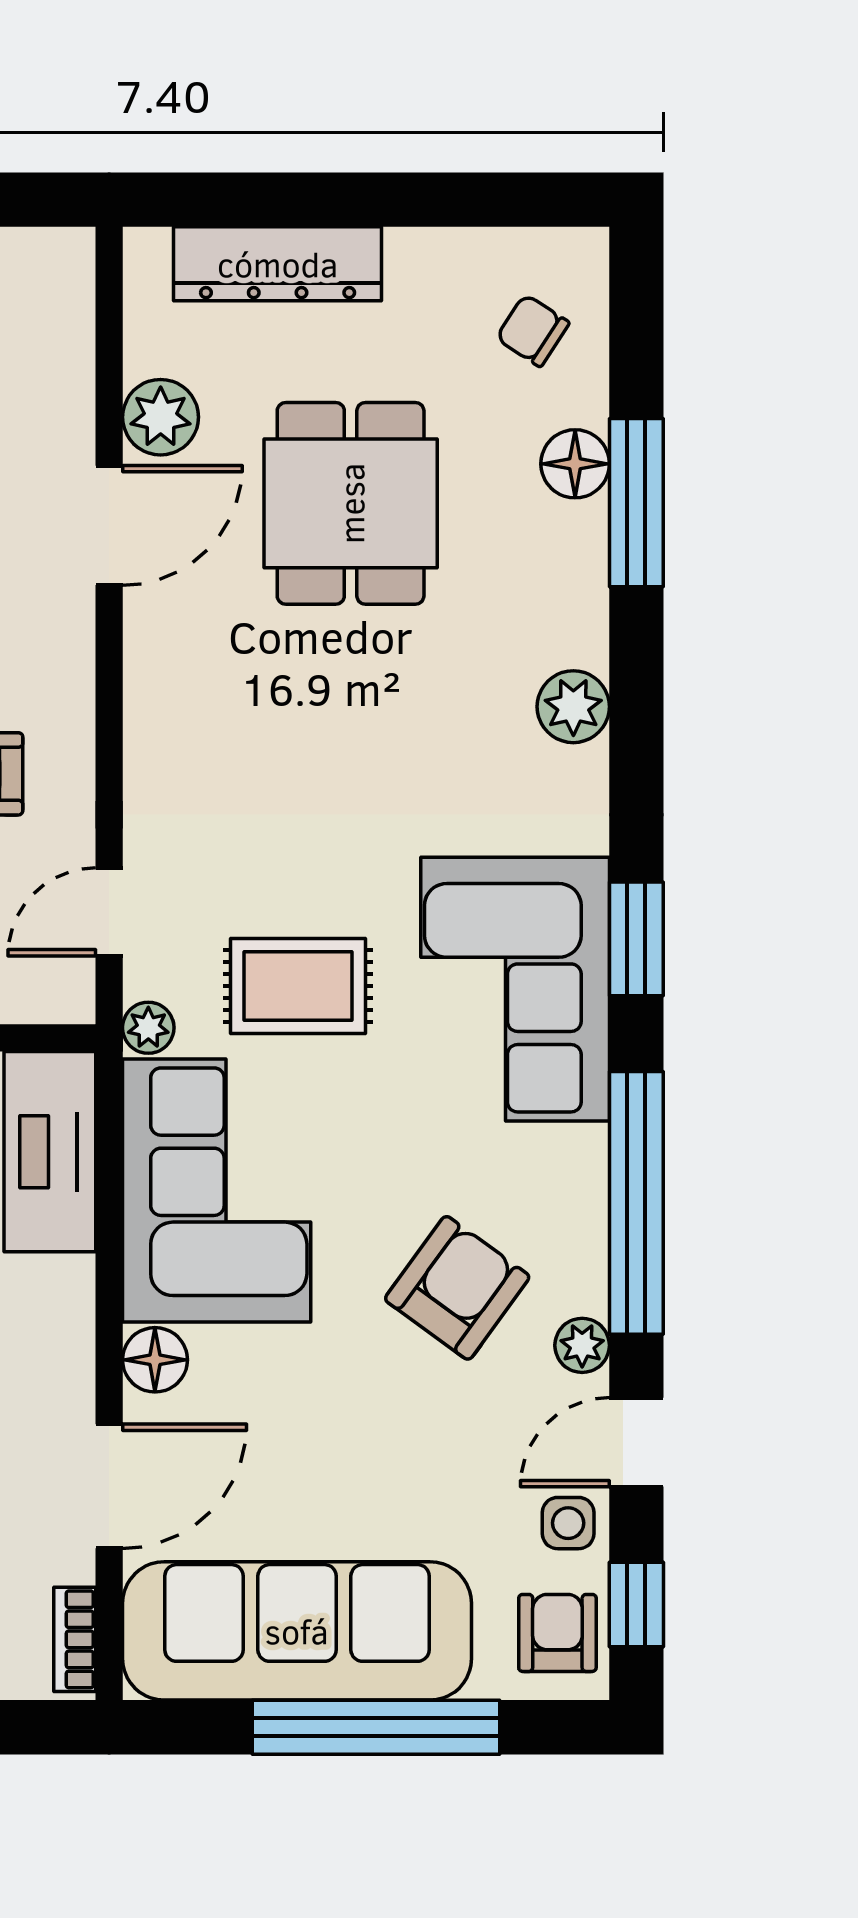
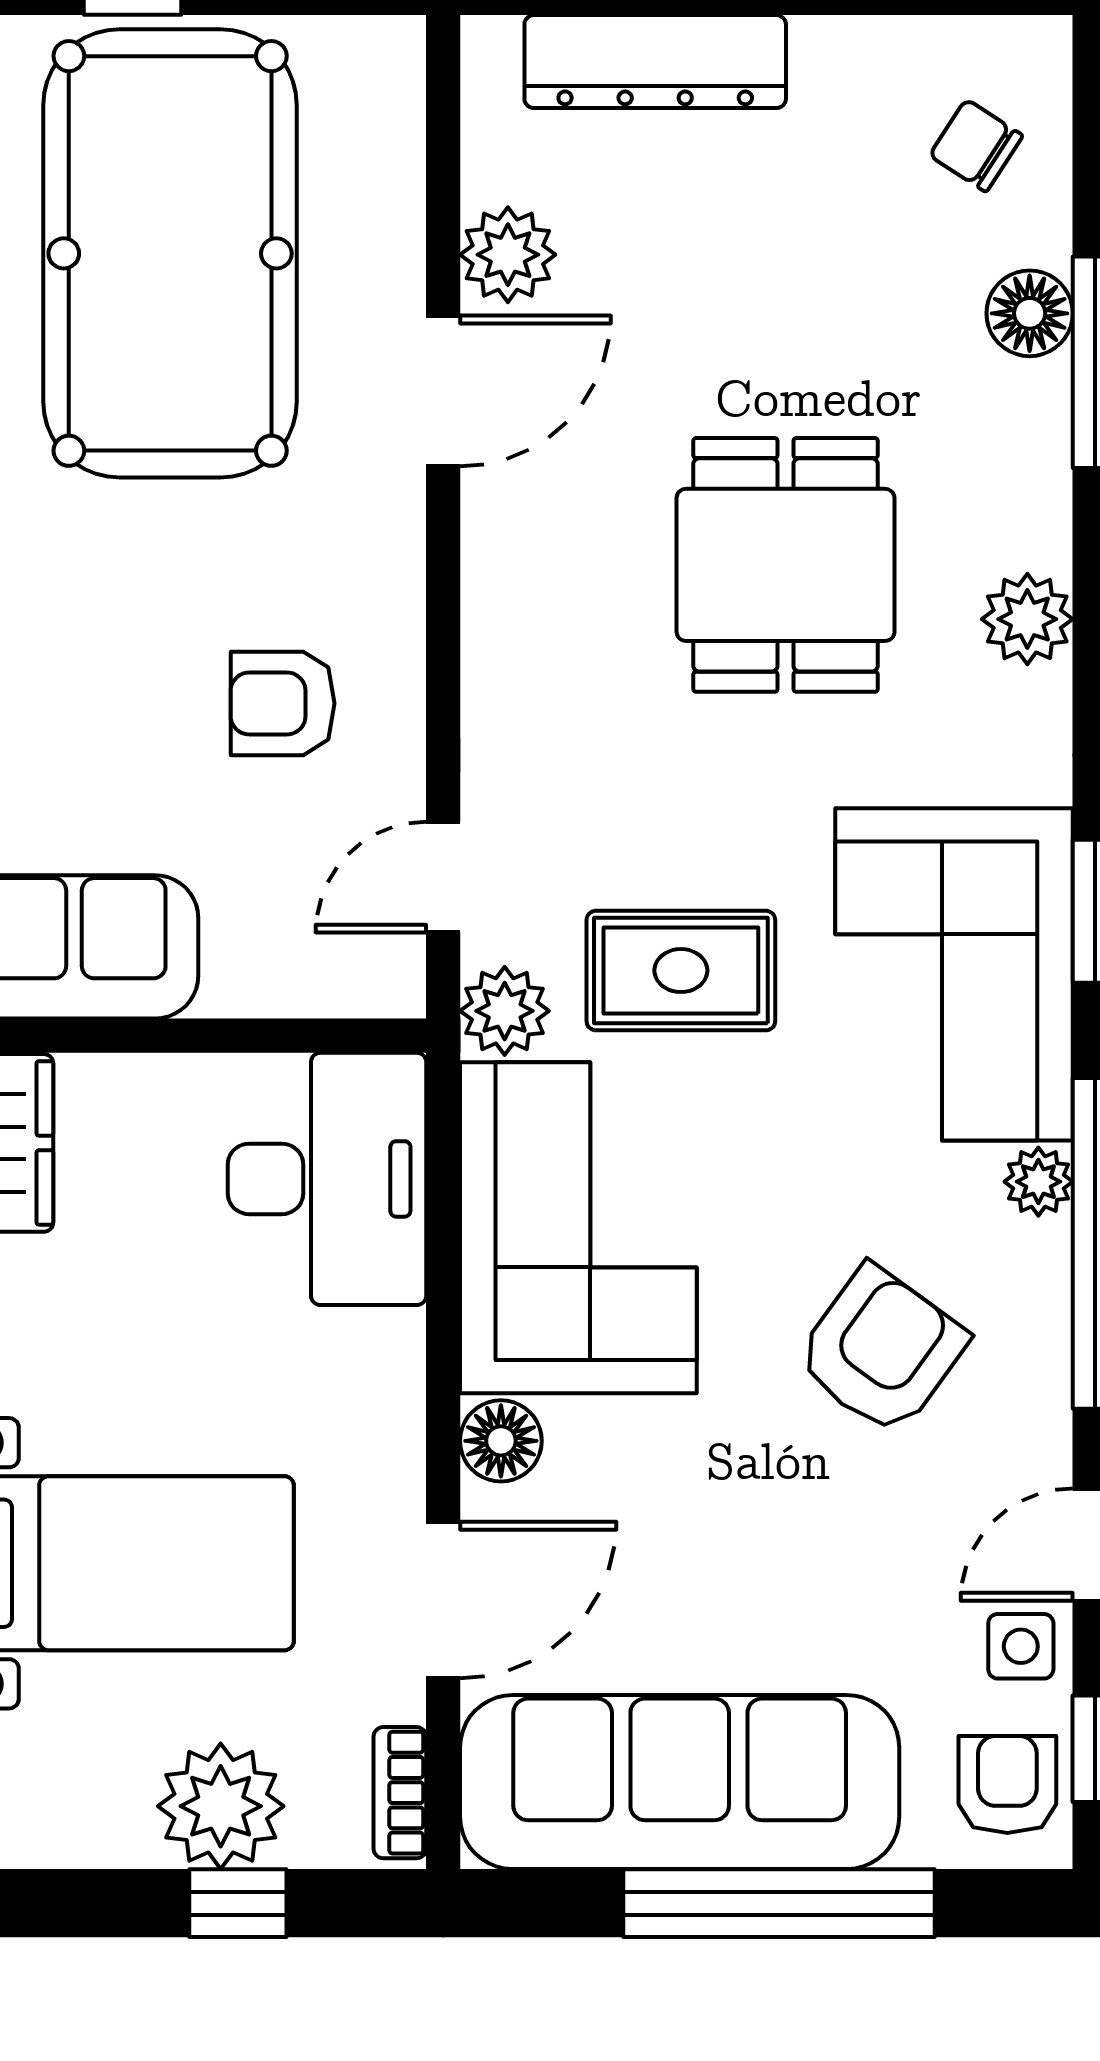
dining table: (351, 503) -> (786, 565), moved
plant: (148, 1028) -> (505, 1011), width x1.38, depth x1.38
plant: (582, 1345) -> (1038, 1182), moved

